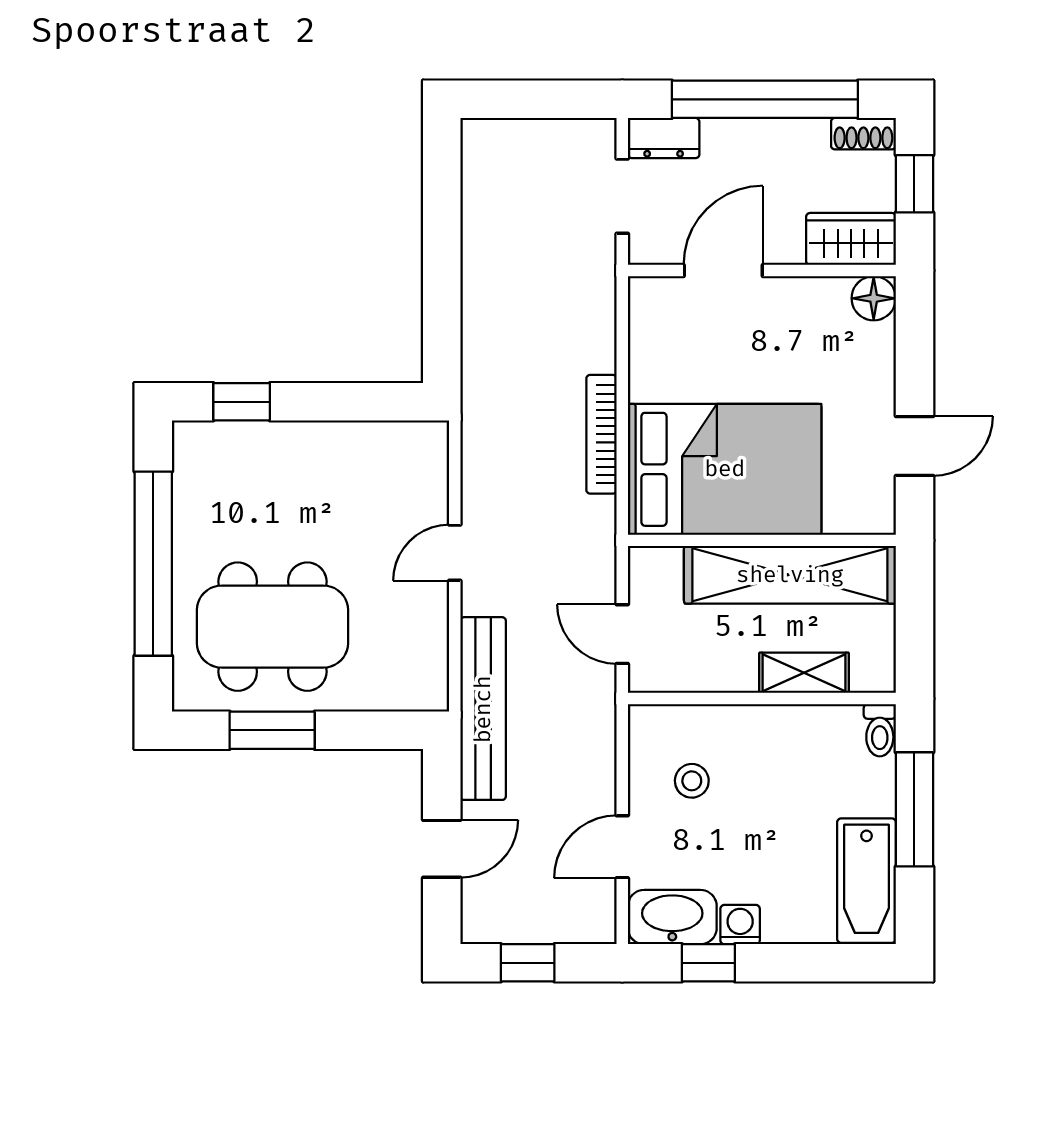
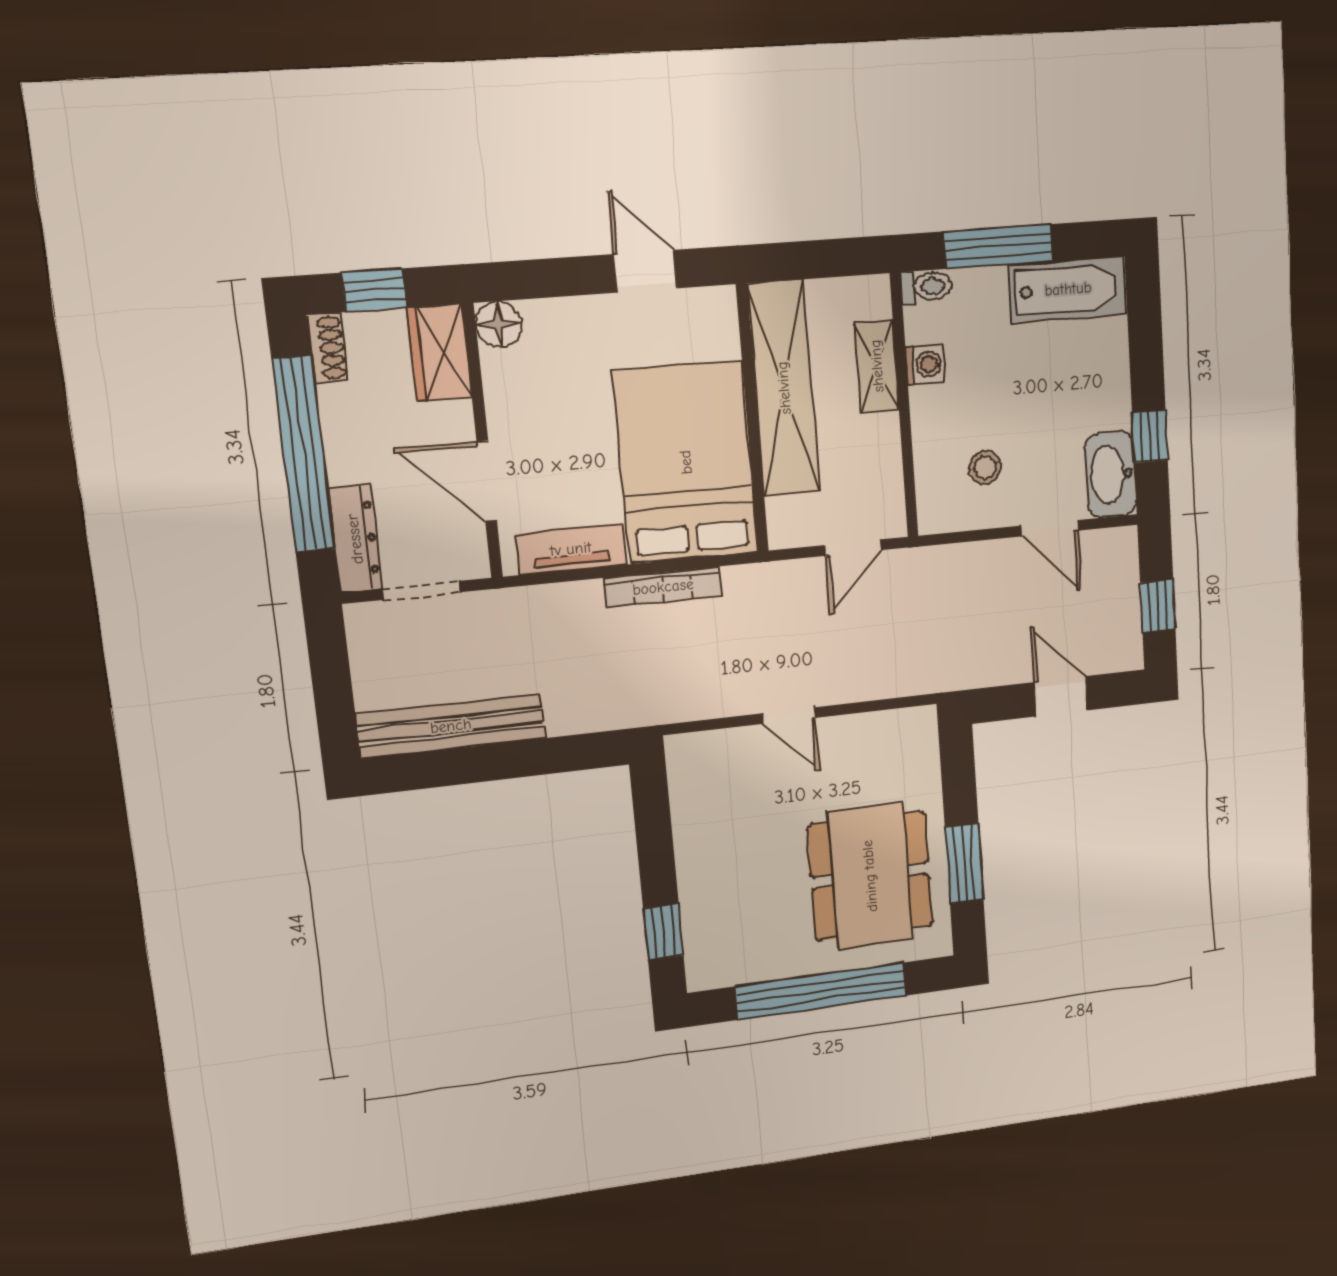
dresser: (664, 138) -> (355, 539), width x1.44
tv unit: (648, 346) -> (571, 549), added
bench: (483, 709) -> (451, 726), moved
washing machine: (740, 925) -> (925, 365), moved, turned 180

